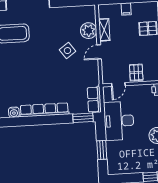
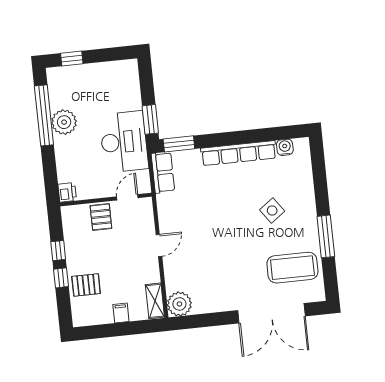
shelving: (104, 30) -> (155, 301), moved
plant: (89, 31) -> (179, 304), moved
side table: (67, 51) -> (272, 211), moved
window: (102, 150) -> (150, 119), moved

